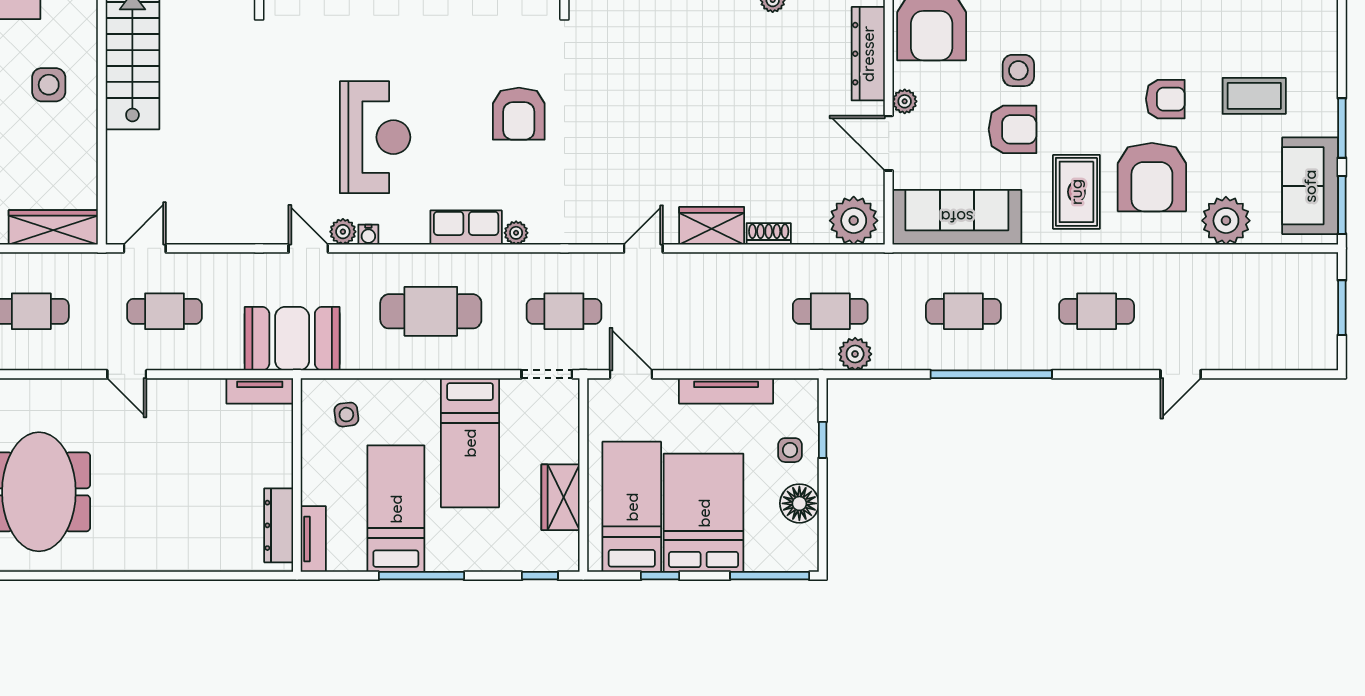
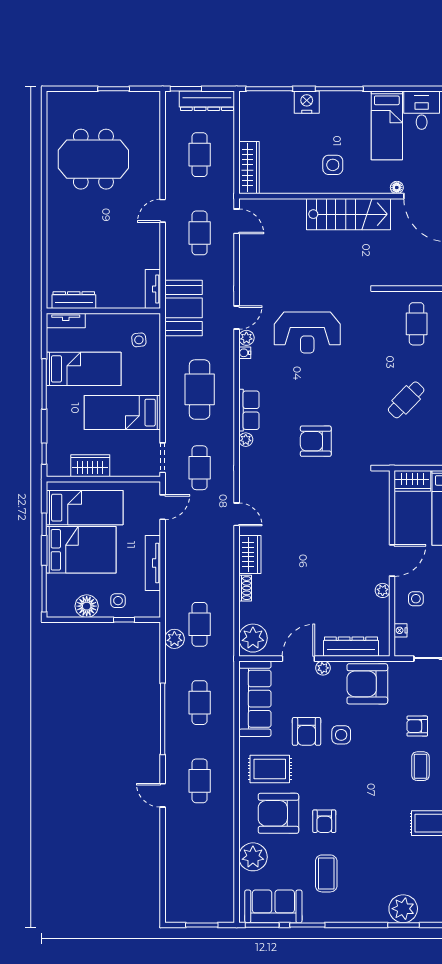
reception desk: (375, 137) -> (307, 332), moved
door: (1181, 374) -> (163, 795), moved

